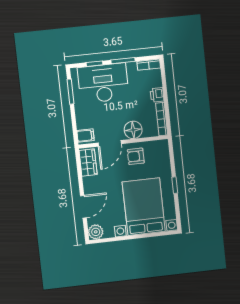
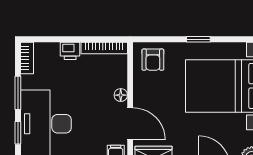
floor lamp: (133, 130) -> (121, 95), width x0.53, depth x0.53
armchair: (136, 156) -> (153, 60), moved

